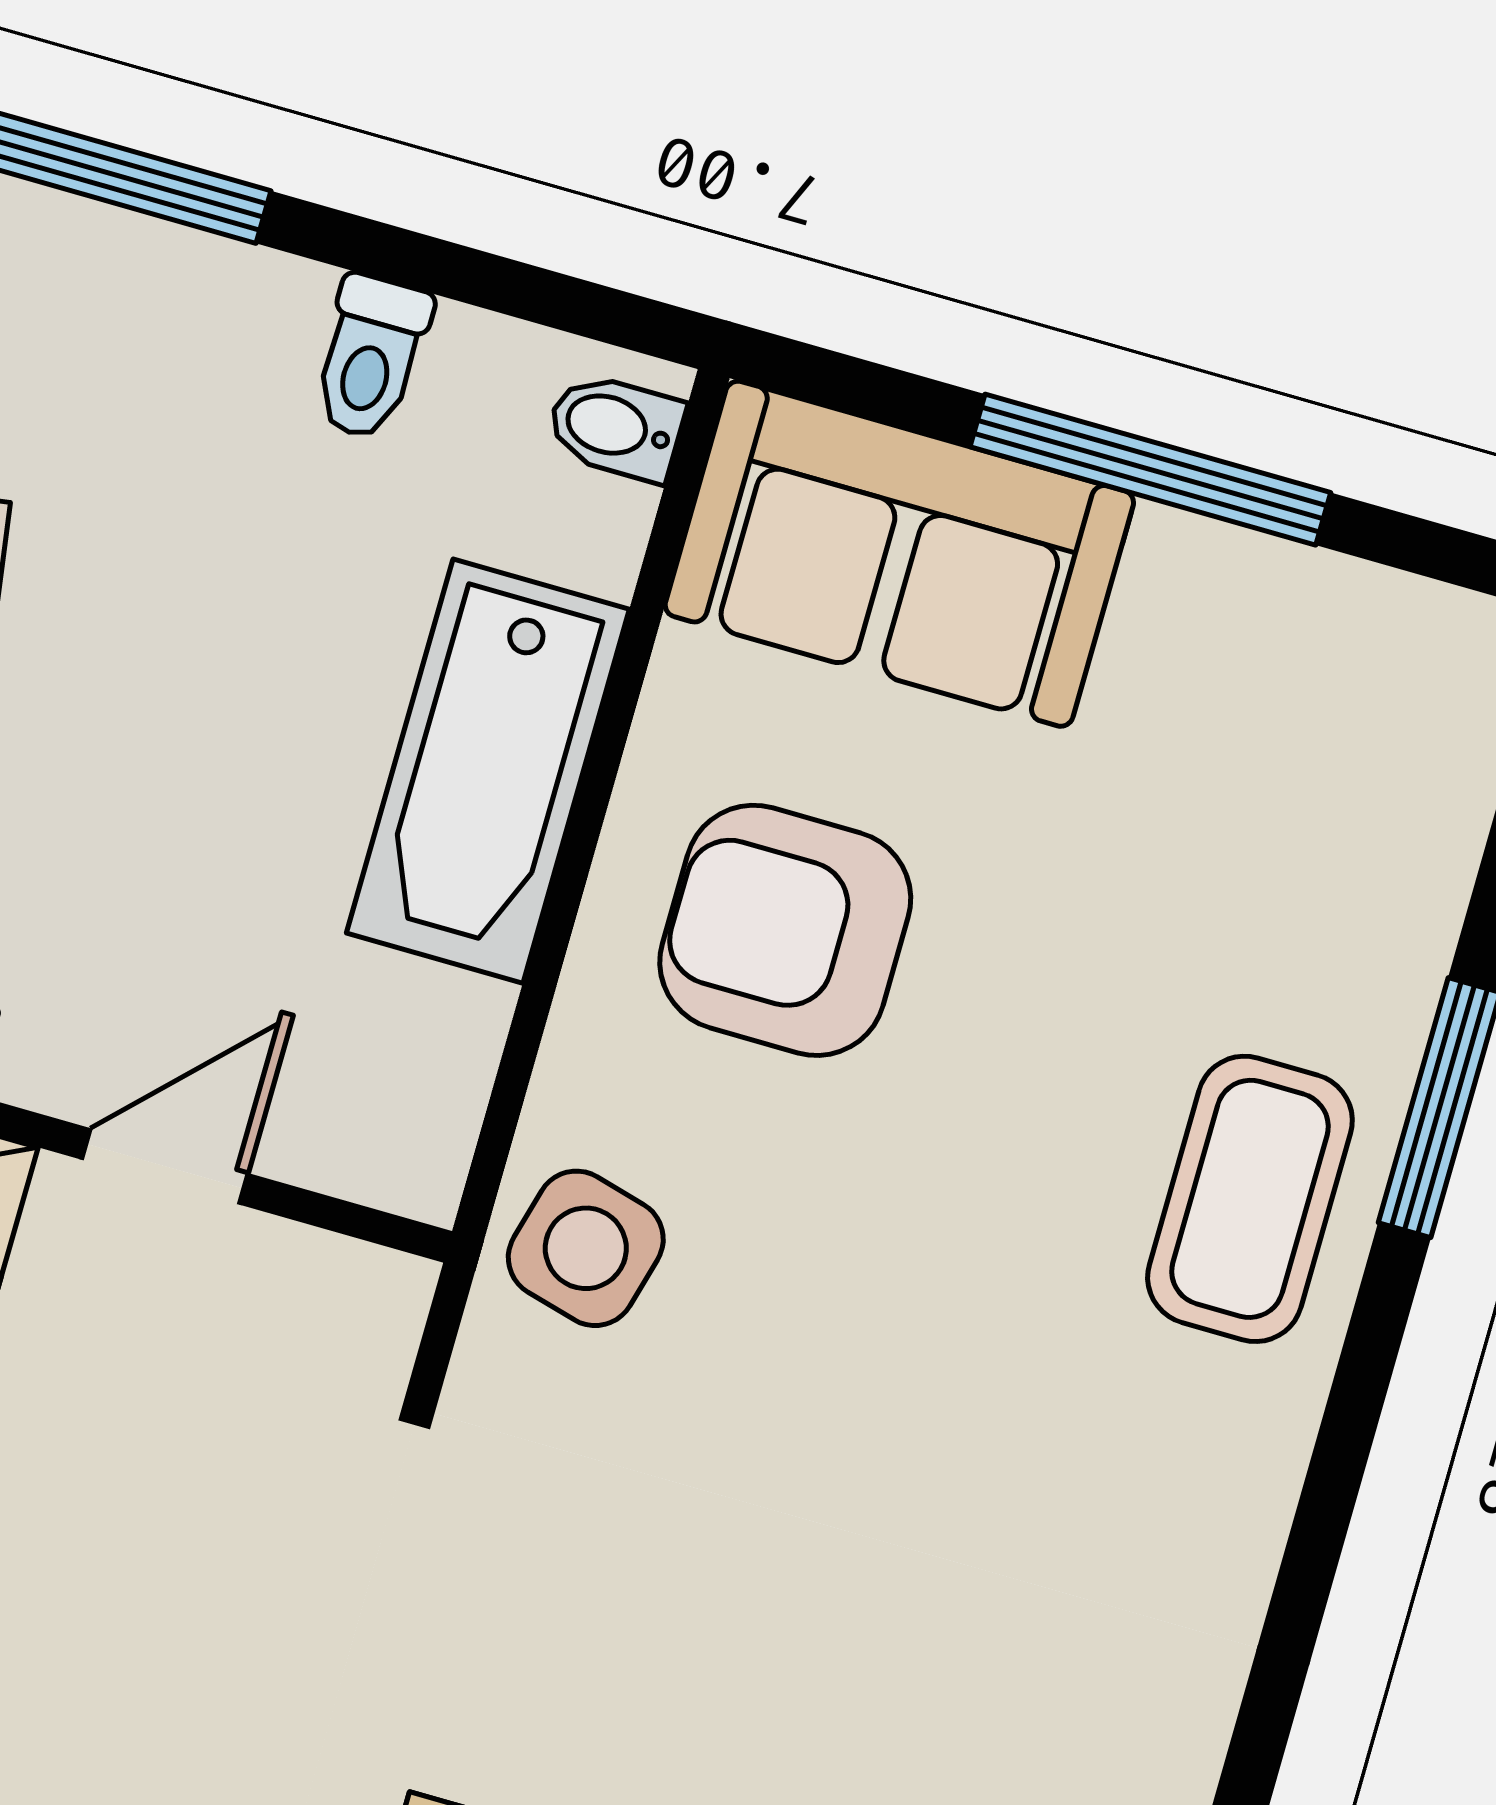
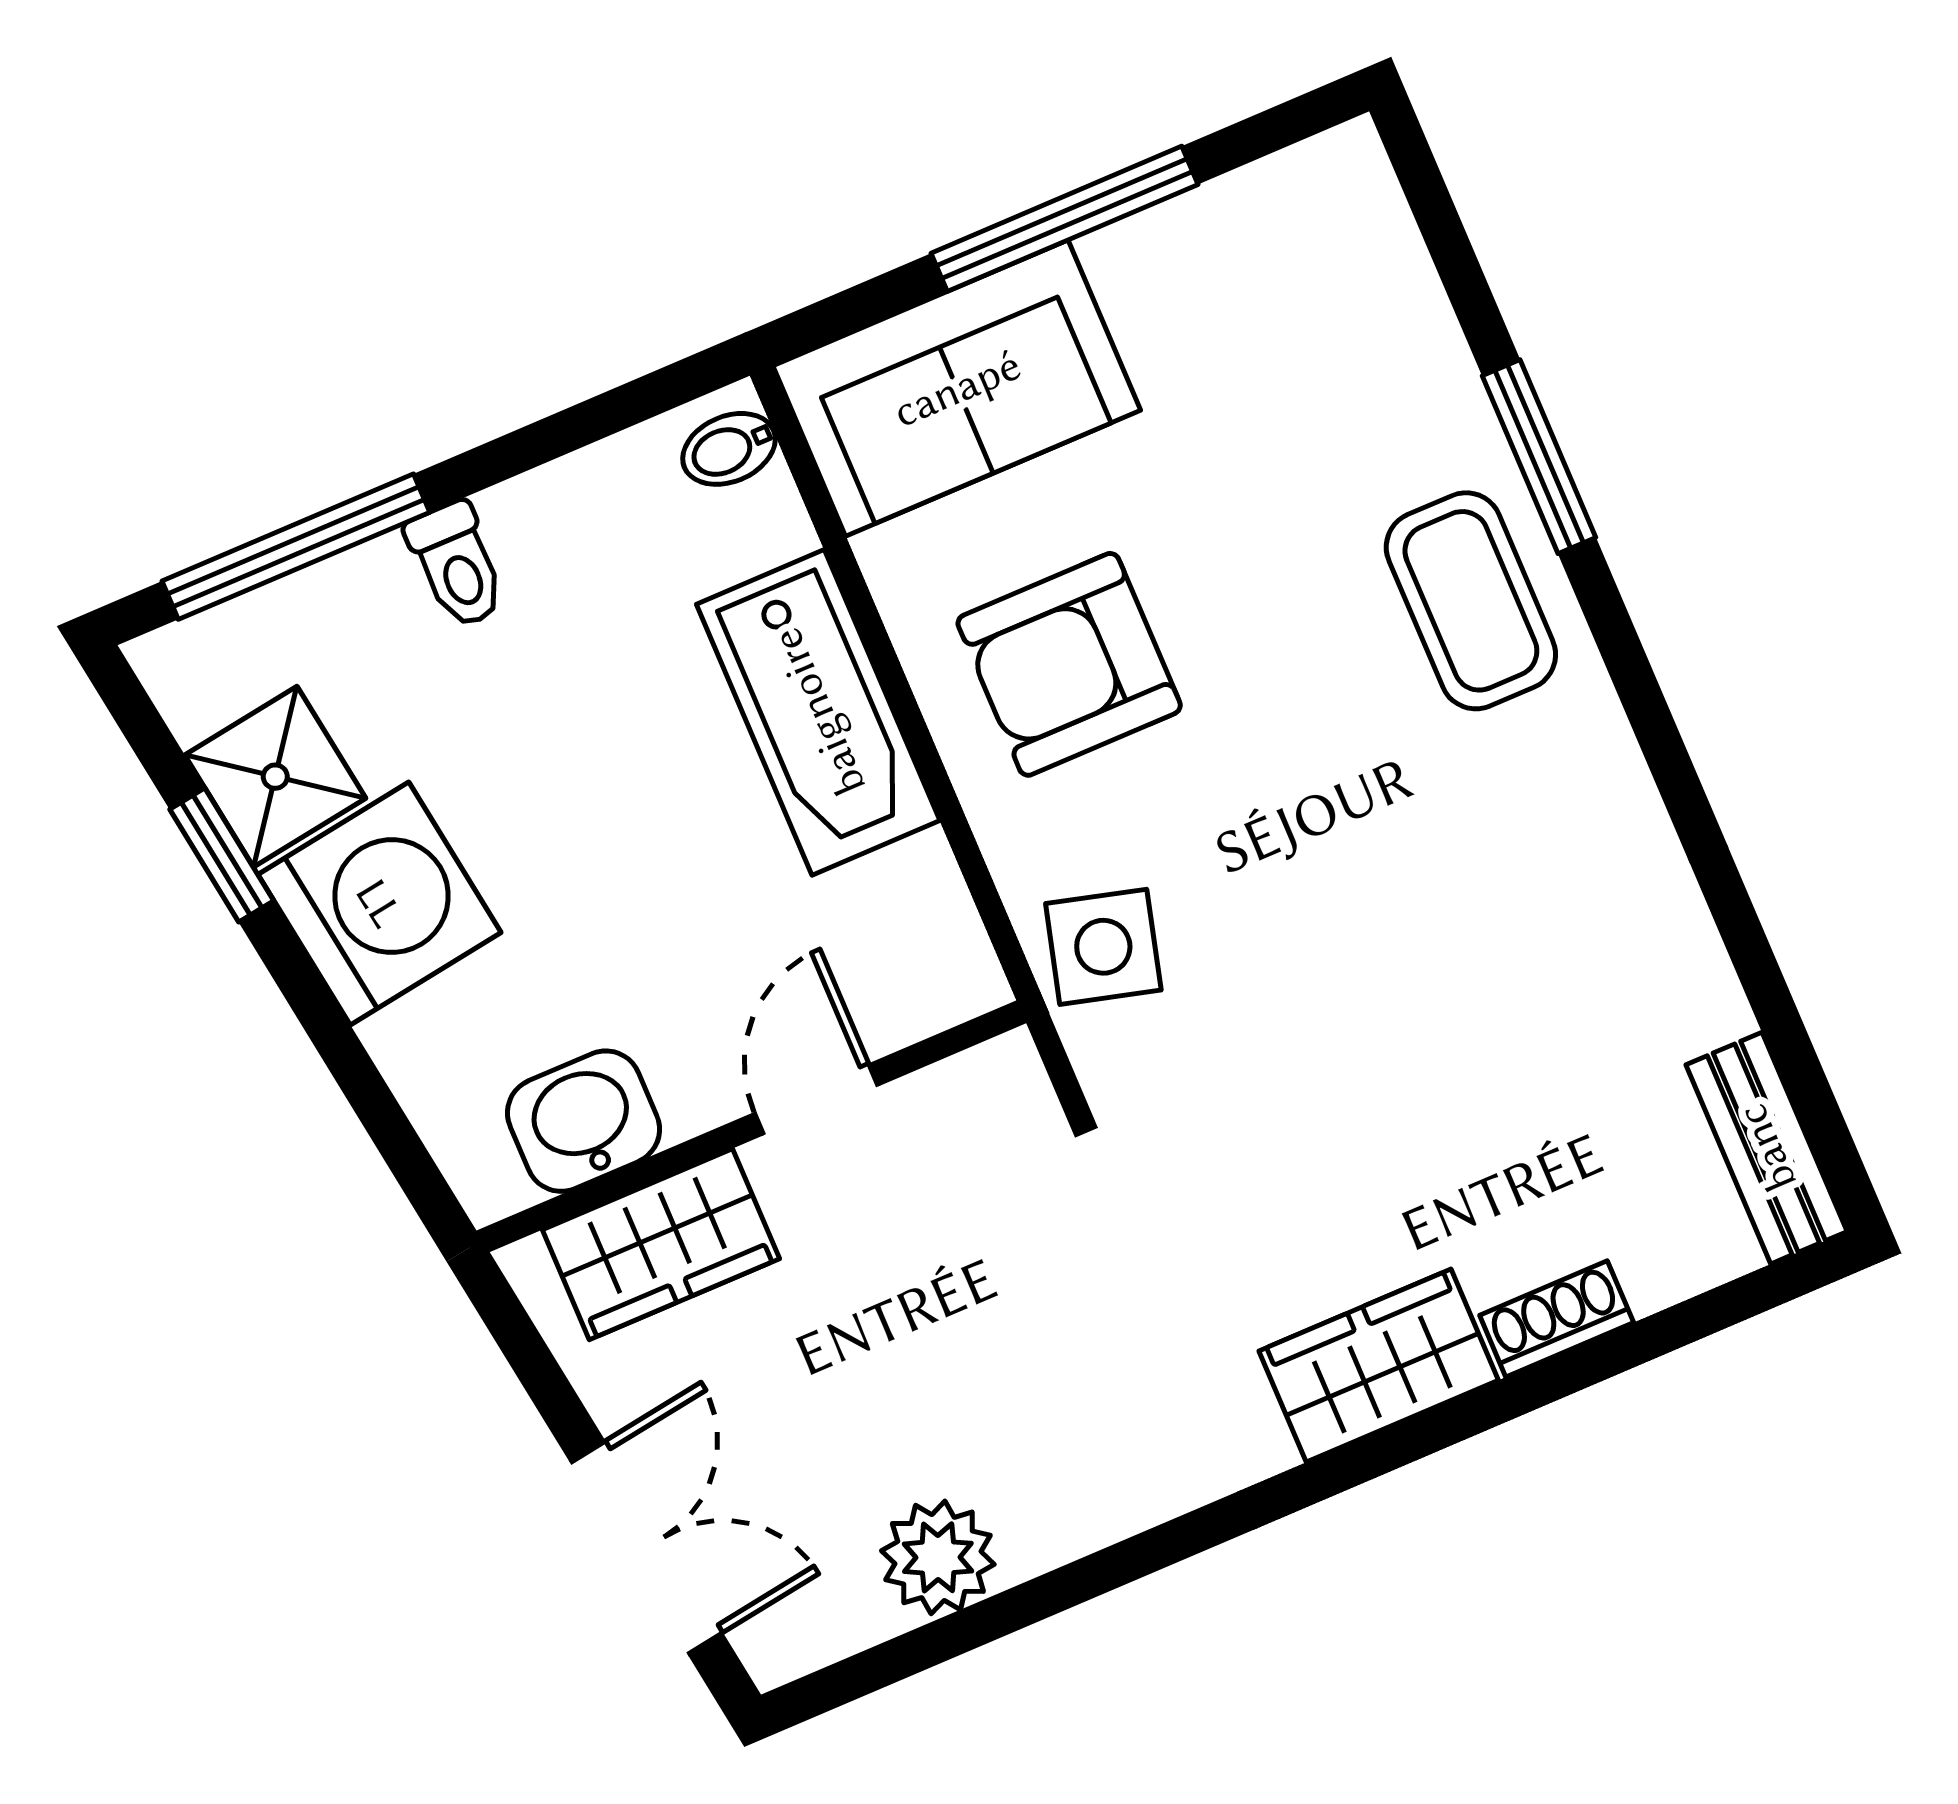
toilet: (371, 357) -> (457, 565), moved

